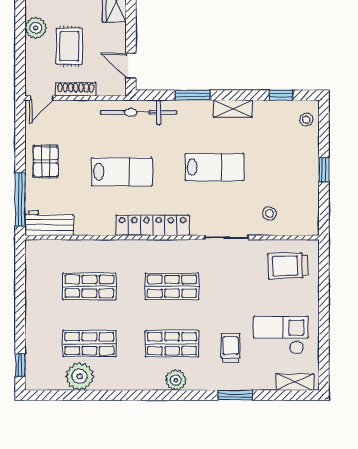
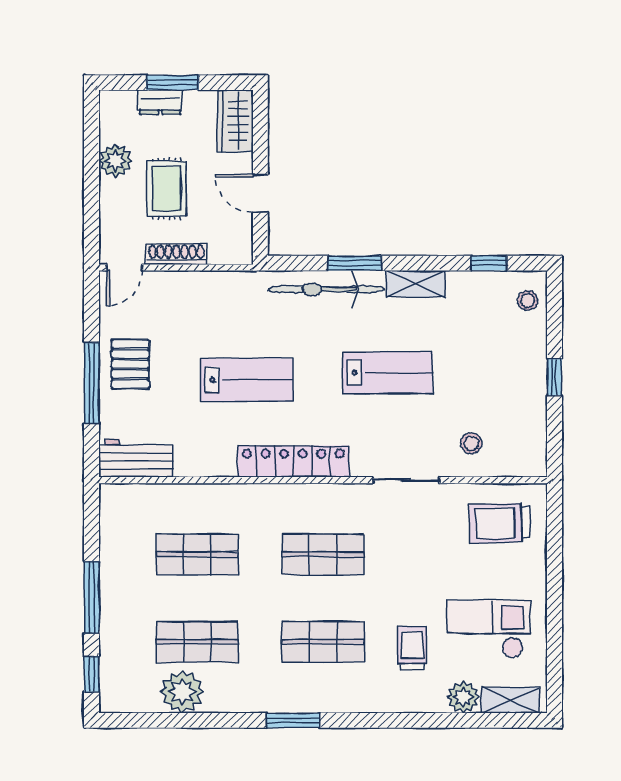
door: (131, 66) -> (260, 194), moved
bicycle: (138, 112) -> (326, 289), moved
window: (20, 199) -> (91, 383), moved
window: (20, 315) -> (91, 597), added
plant: (176, 380) -> (463, 697), moved
window: (235, 395) -> (293, 720), moved

